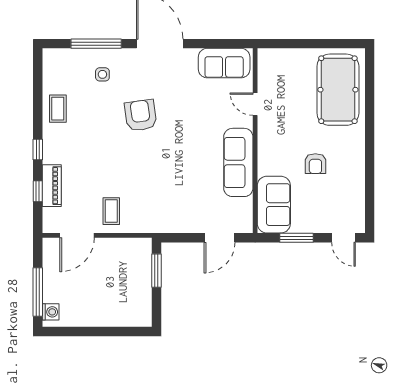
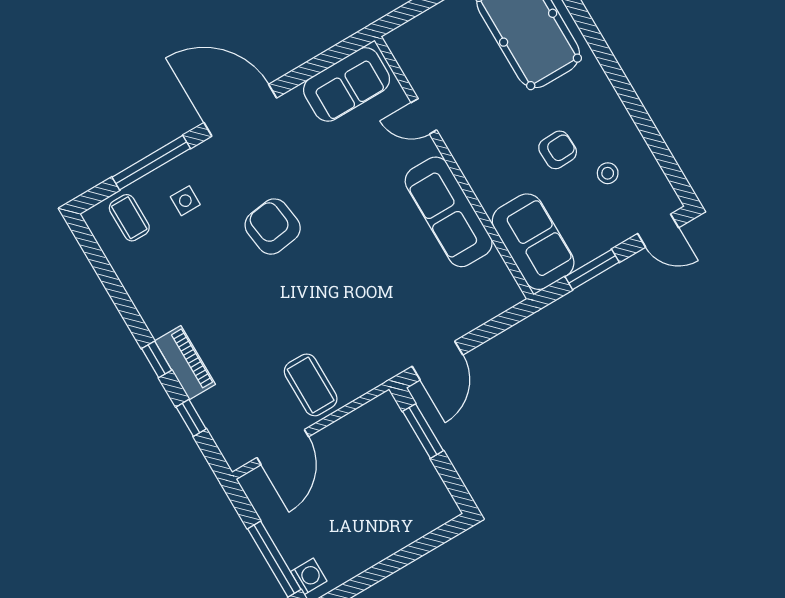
coffee table: (58, 109) -> (129, 218), moved
armchair: (315, 164) -> (558, 150), turned -92
piano: (52, 186) -> (185, 363), moved
stool: (335, 192) -> (608, 173), added
coffee table: (111, 211) -> (311, 385), width x1.36, depth x1.30
door: (219, 238) -> (437, 361), moved

